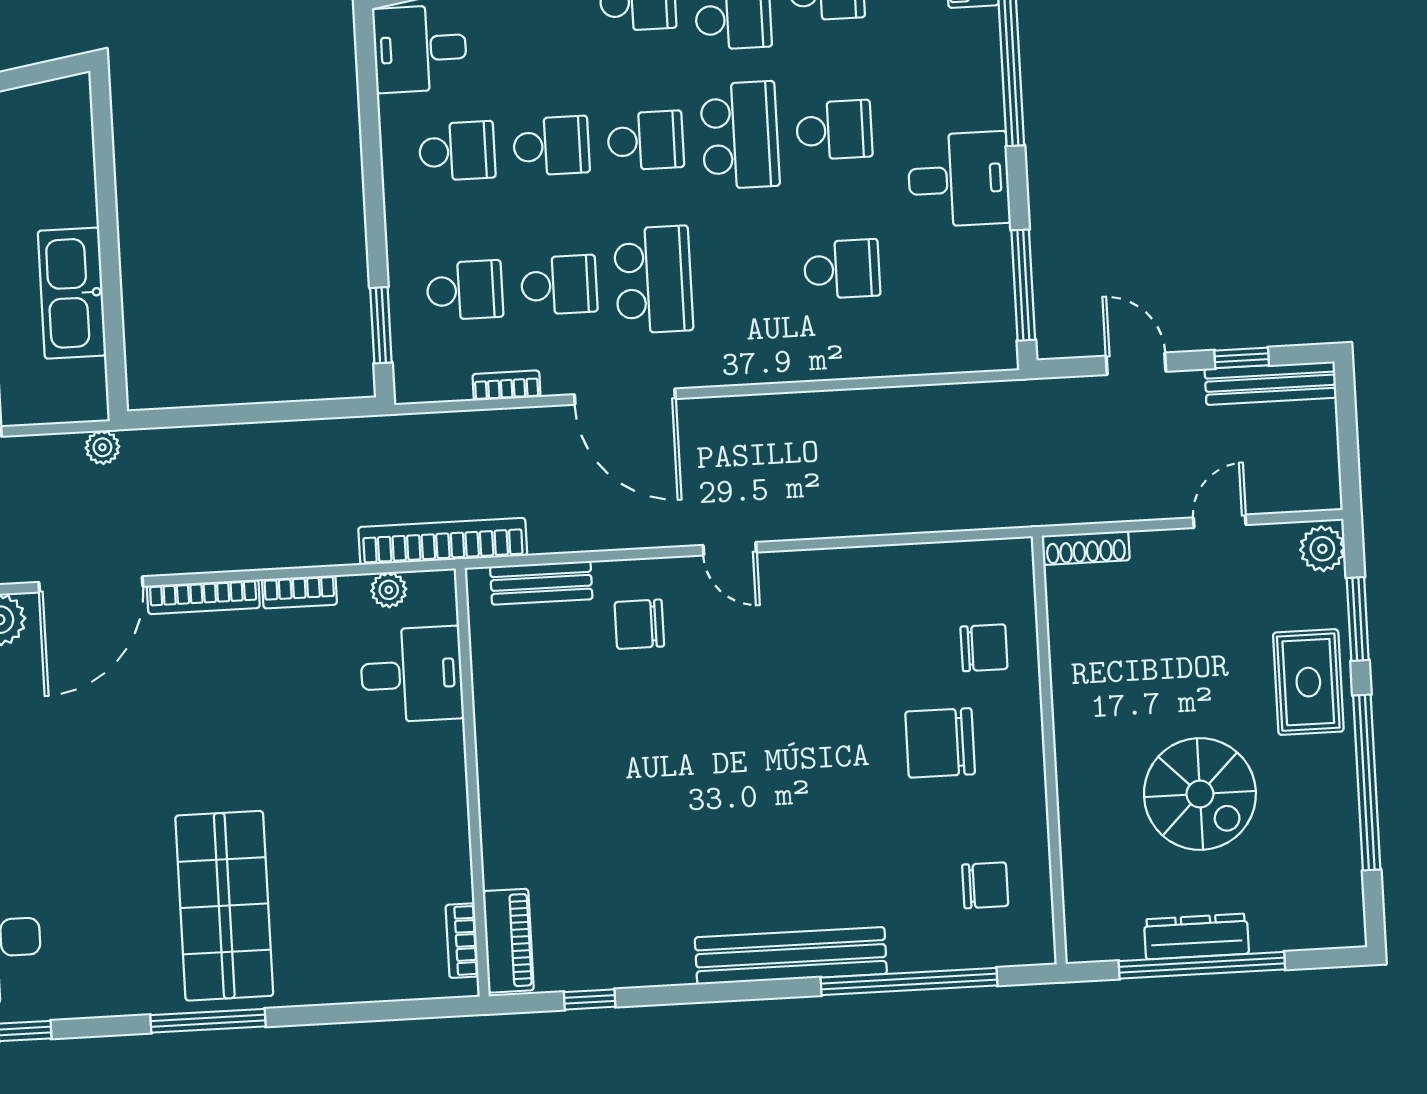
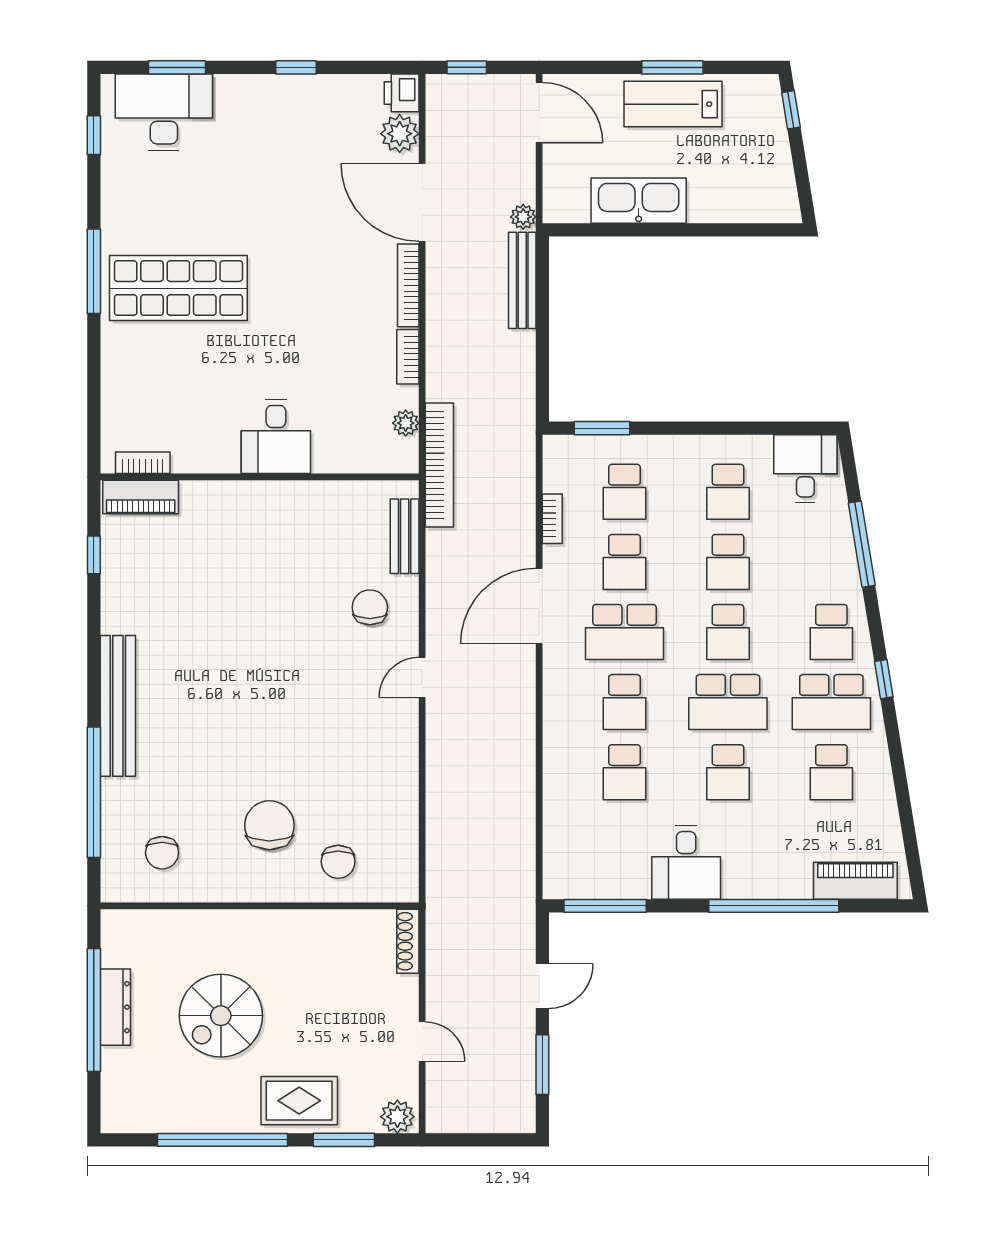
school desk: (748, 274) -> (625, 702), added
window: (1242, 358) -> (542, 1065), width x1.50
bench: (1270, 383) -> (522, 280), moved
desk: (412, 675) -> (276, 437), moved

